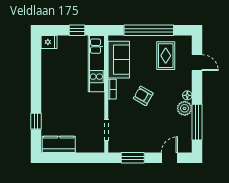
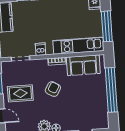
window: (77, 30) -> (107, 26), width x2.17
rug: (166, 56) -> (20, 93), moved
dishwasher: (97, 107) -> (40, 49), added

